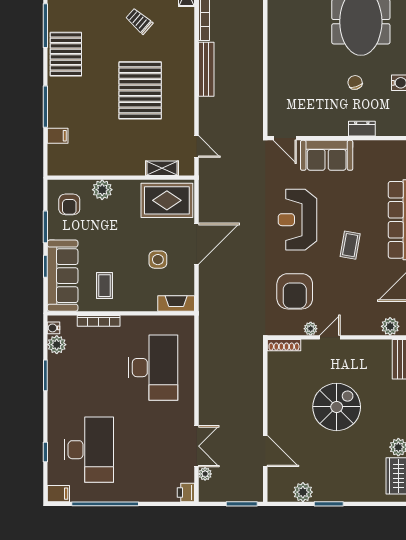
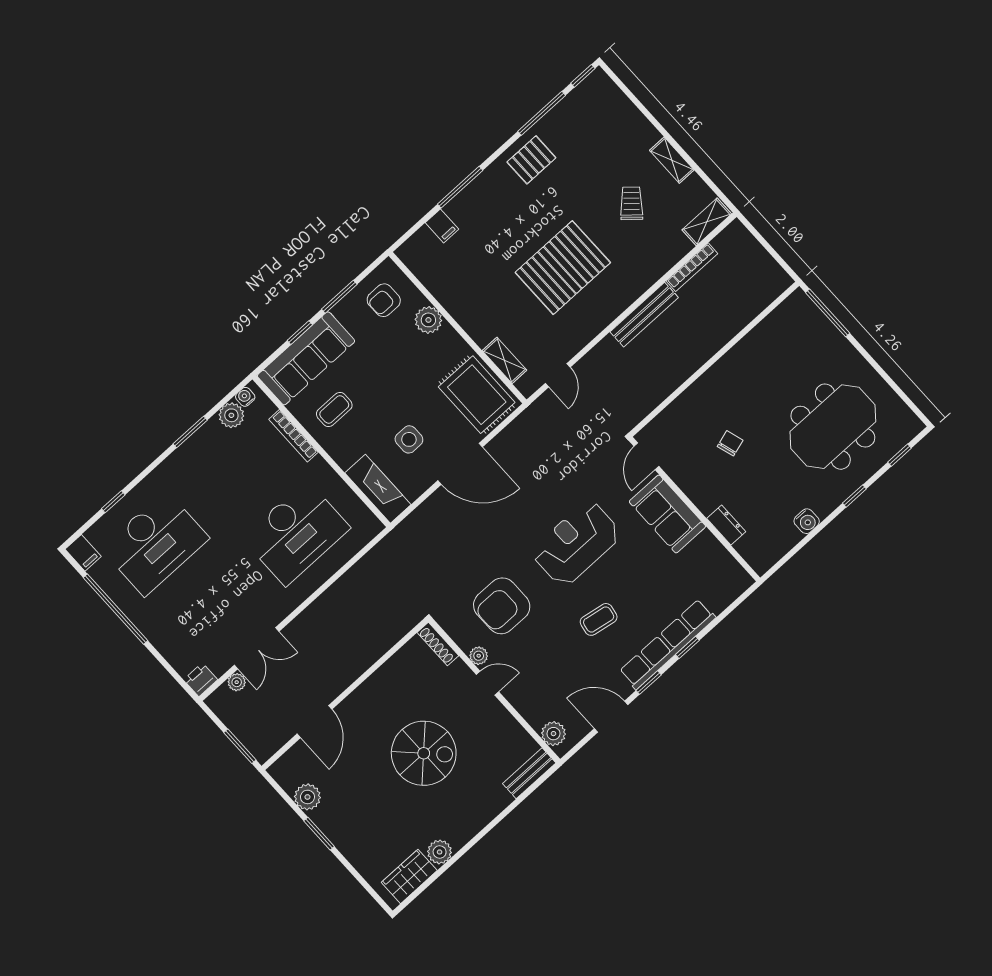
pallet: (66, 54) -> (531, 160), width x0.67, depth x0.71
chair: (355, 82) -> (730, 443), moved
fireplace: (176, 303) -> (378, 489), width x1.37, depth x1.32

